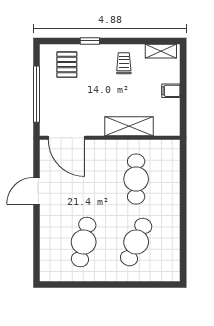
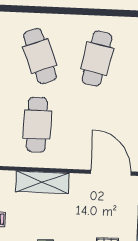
cafe table: (136, 242) -> (40, 56), turned -45

